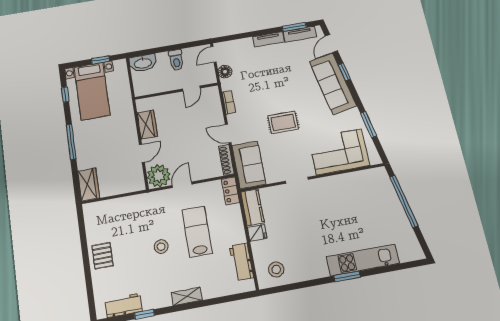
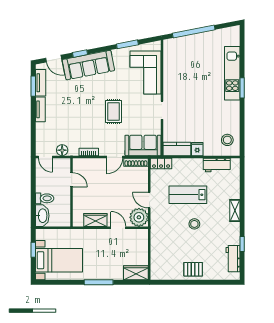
toilet: (176, 60) -> (45, 198), moved
window: (65, 95) -> (58, 282), removed

